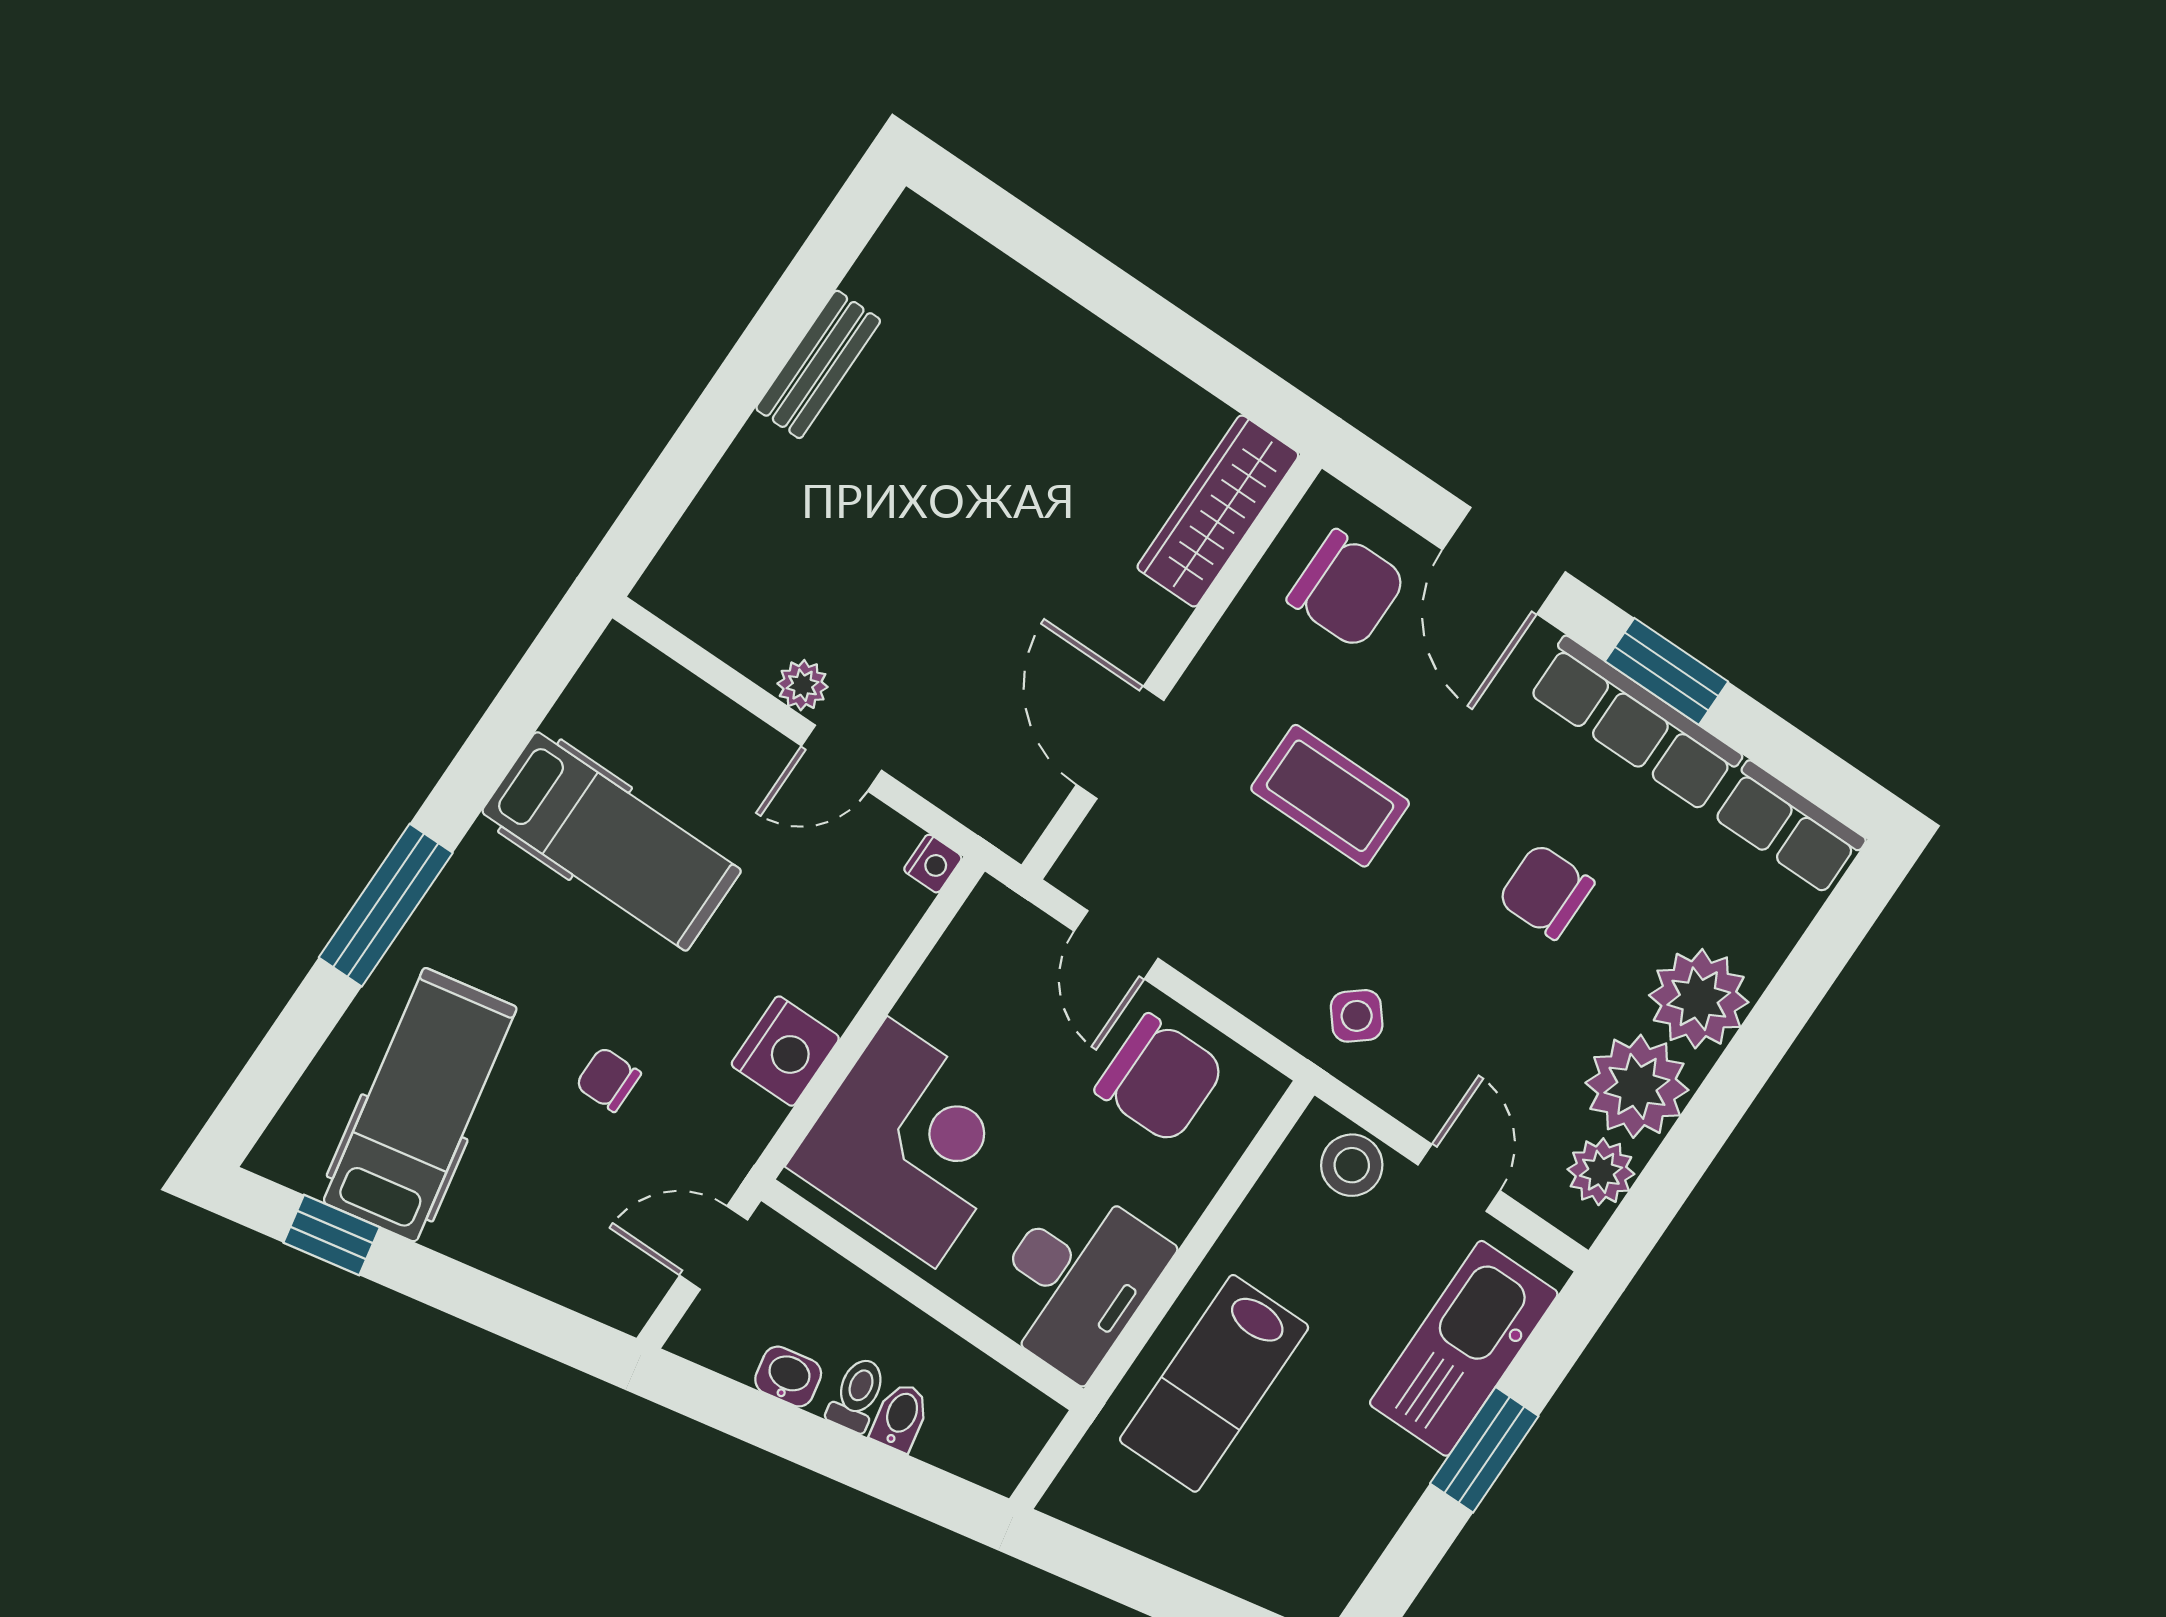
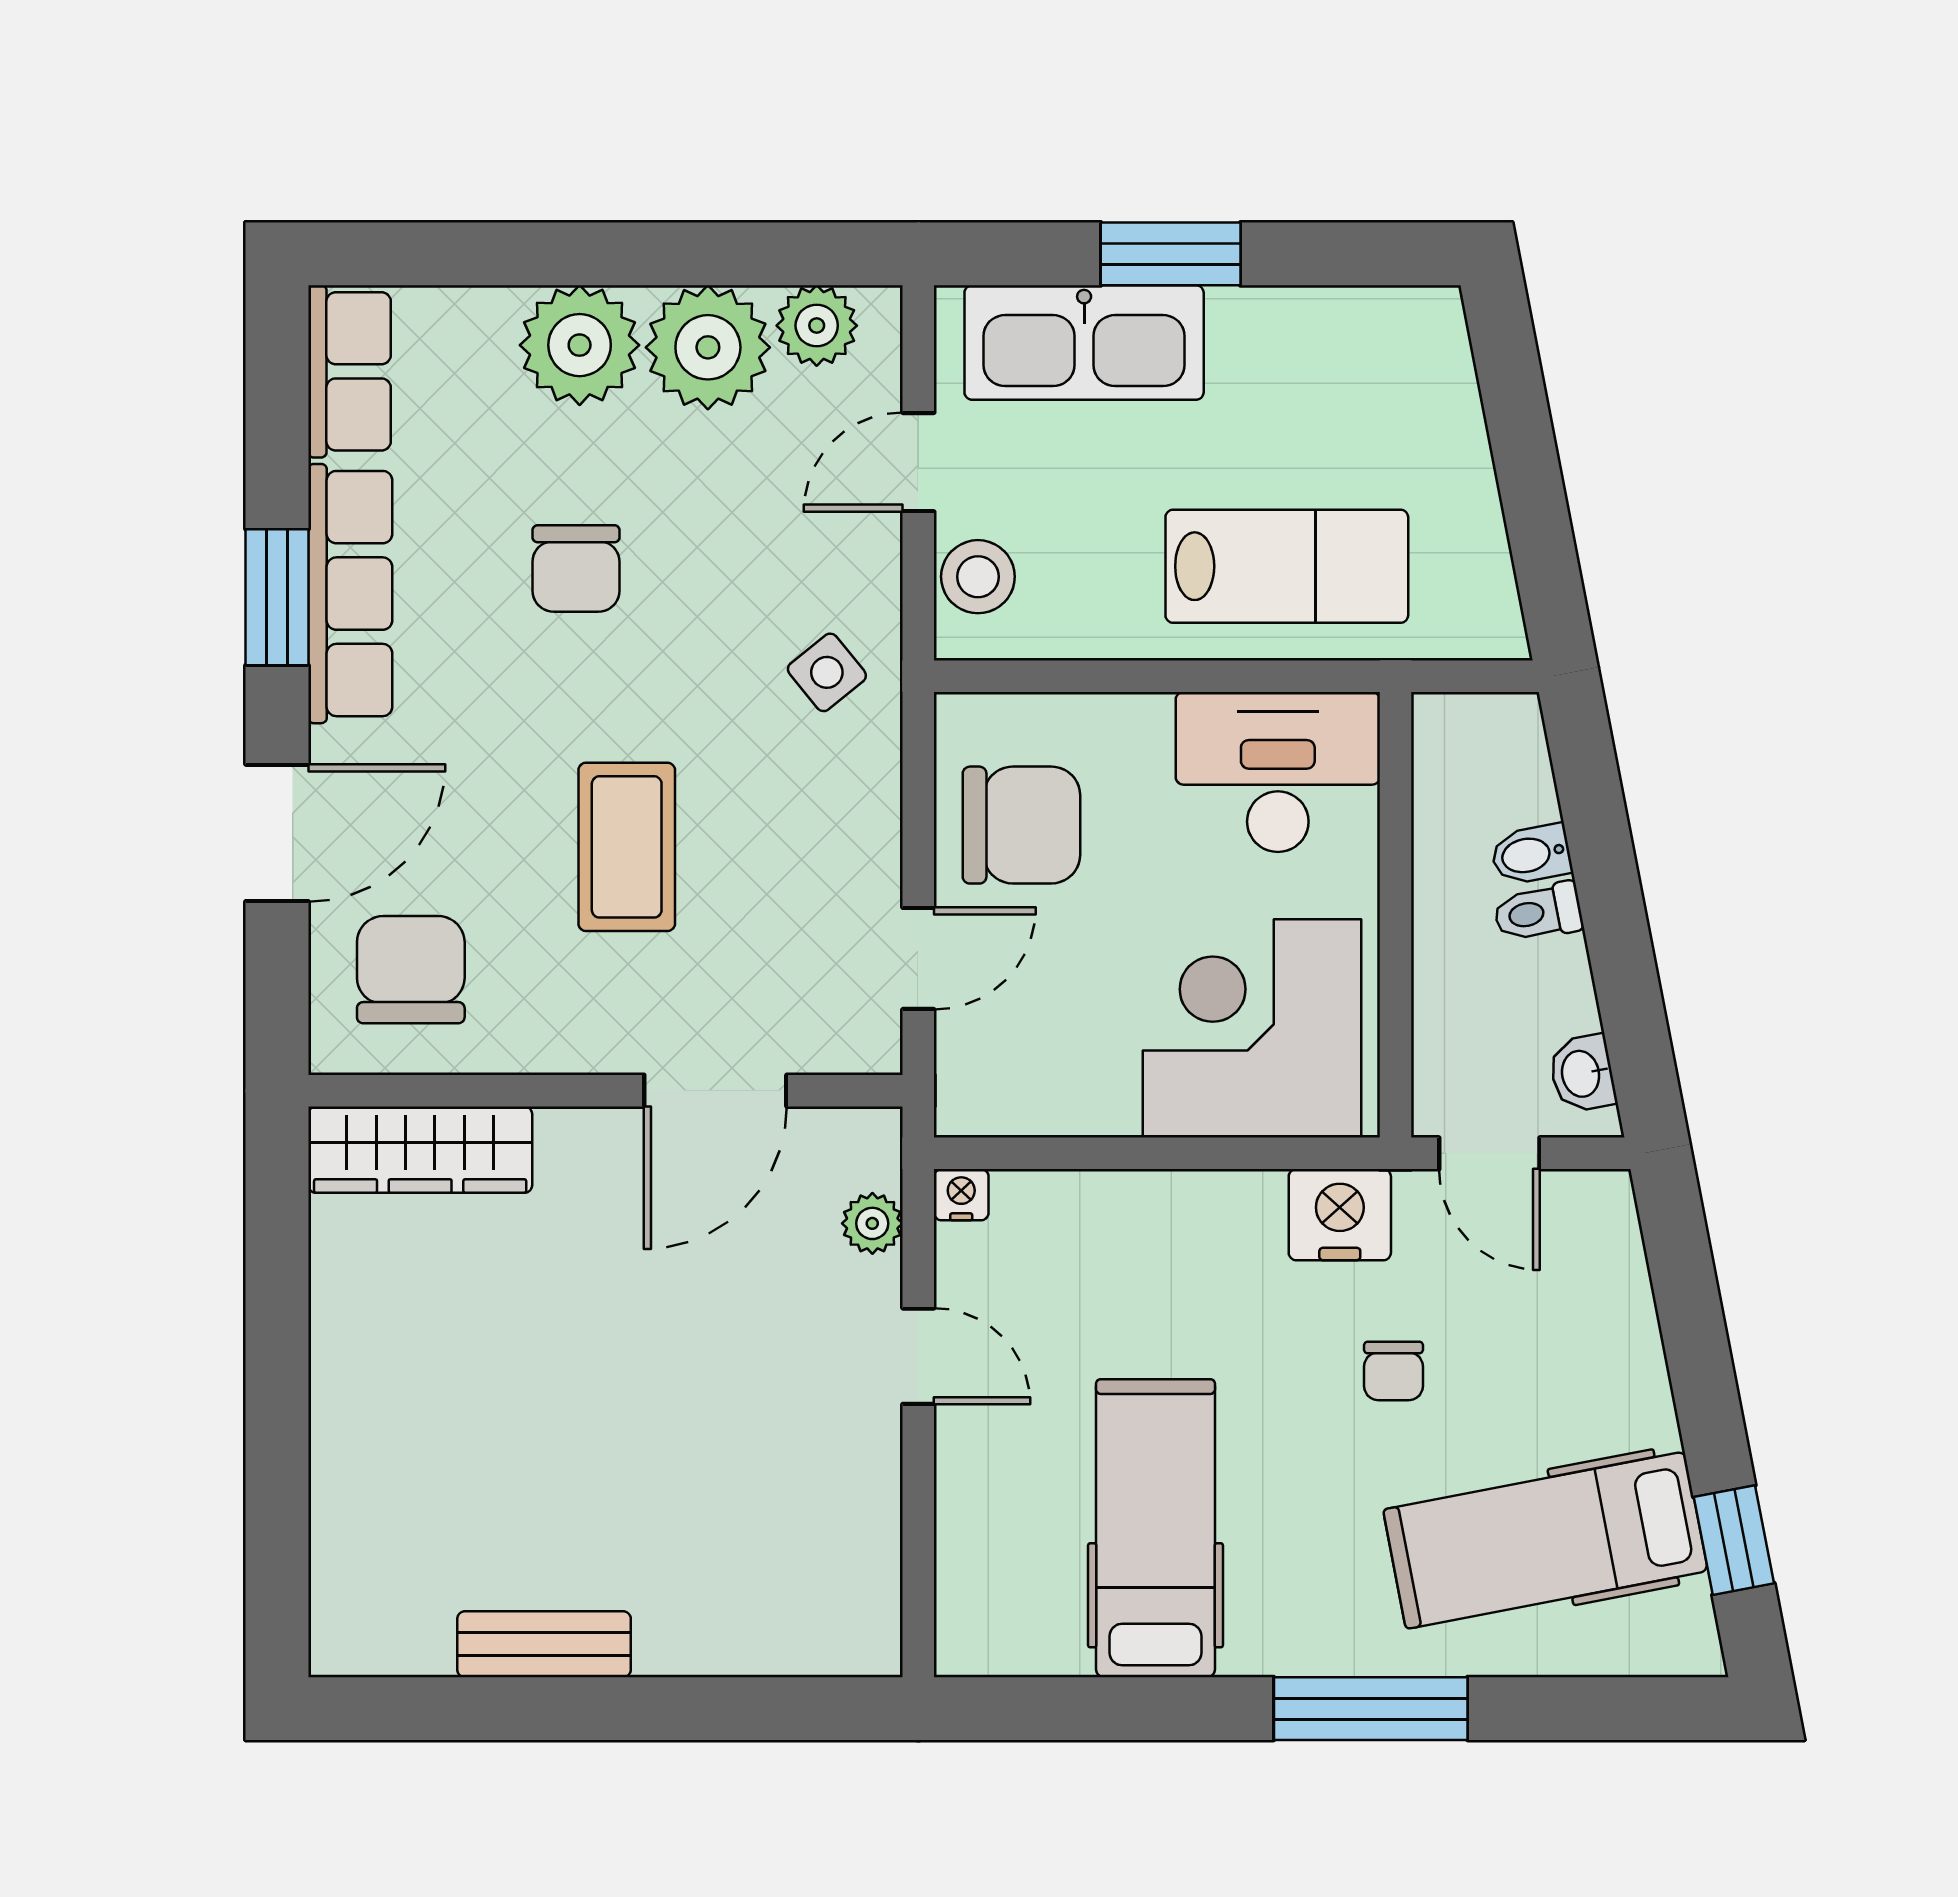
plant: (803, 685) -> (872, 1223), moved
nightstand: (785, 1051) -> (1340, 1215), moved
chair: (1160, 1079) -> (1021, 825), turned 90
washbasin: (788, 1377) -> (1582, 1073), moved

